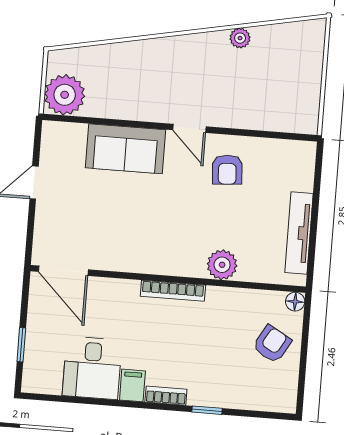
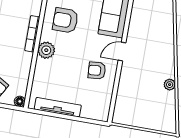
armchair: (143, 234) -> (65, 20), added
plant: (222, 265) -> (46, 50), moved

